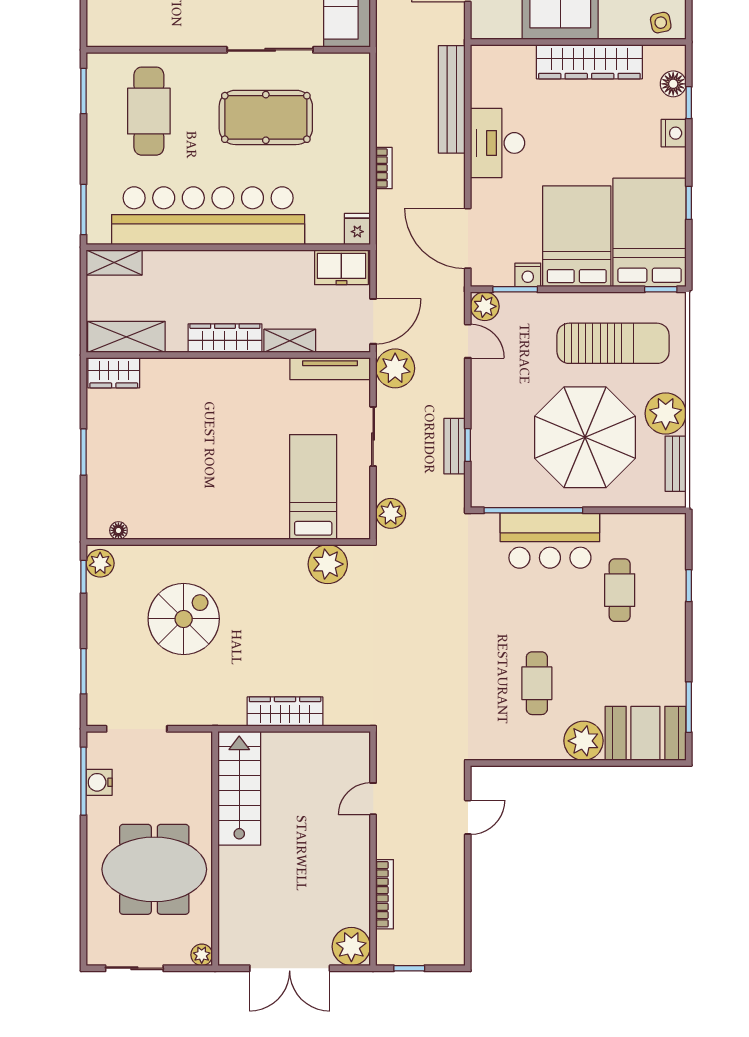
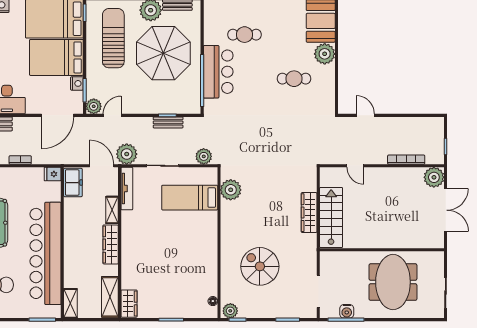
stairs: (239, 788) -> (331, 217), moved, turned 90
plant: (202, 955) -> (438, 257), removed

